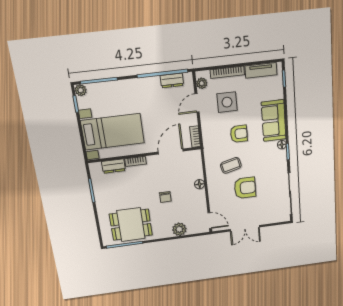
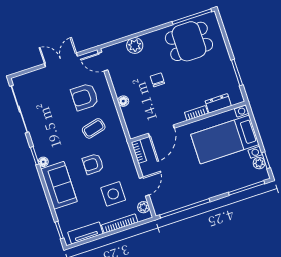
dresser: (172, 80) -> (174, 204), removed
plant: (81, 90) -> (259, 163), moved
armchair: (245, 188) -> (85, 97), moved

